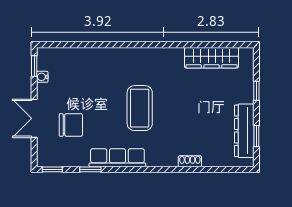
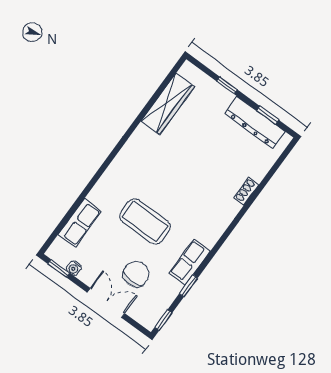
row of seats: (78, 57) -> (80, 223), added
coffee table: (140, 108) -> (145, 222), moved
double door: (34, 118) -> (106, 303), swing flipped
row of seats: (117, 158) -> (190, 262), width x0.68

